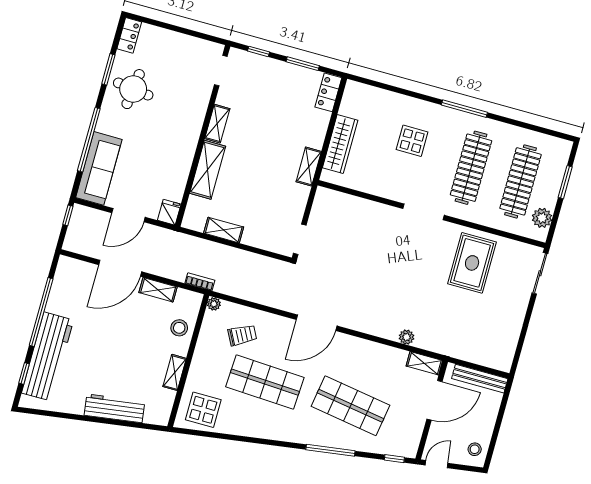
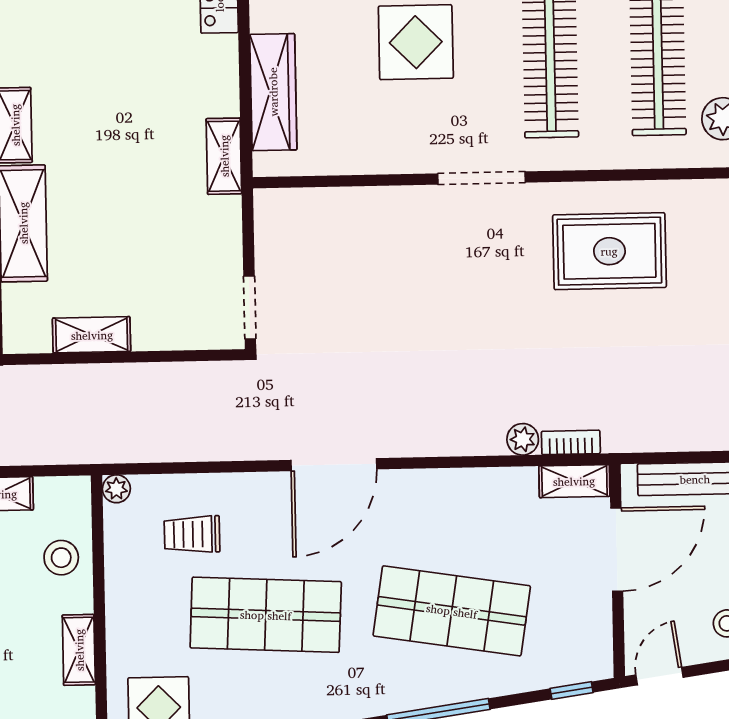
display table: (412, 141) -> (416, 42), width x1.36, depth x1.36
rug: (472, 263) -> (609, 251), turned 90
bookcase: (200, 282) -> (571, 442), moved
trolley: (242, 335) -> (192, 534), turned -152

